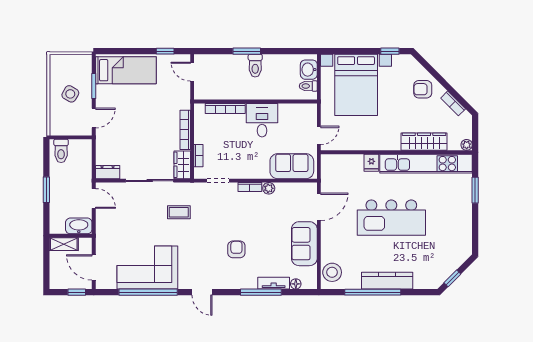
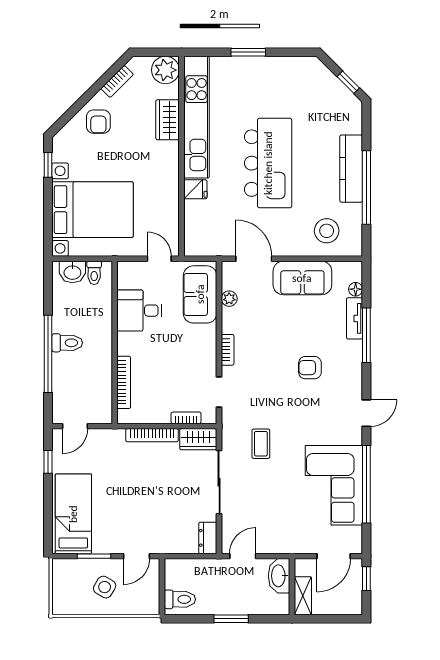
window: (247, 51) -> (48, 354), width x2.11
door: (94, 118) -> (136, 556), swing flipped
desk: (262, 120) -> (139, 311), moved
wardrobe: (424, 142) -> (168, 120), width x0.67
plant: (467, 145) -> (165, 70), width x1.88, depth x1.88
plant: (269, 188) -> (229, 299), moved
window: (475, 190) -> (248, 52), moved
stool: (332, 272) -> (327, 231), moved

